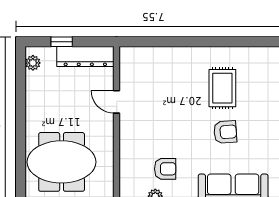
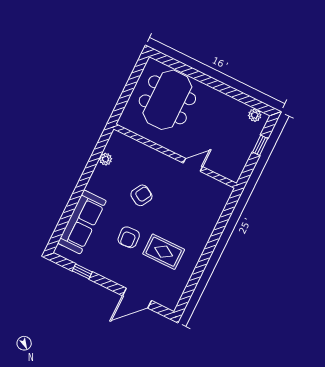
dresser: (85, 56) -> (240, 158), removed
armchair: (165, 169) -> (141, 195), moved, turned -150

